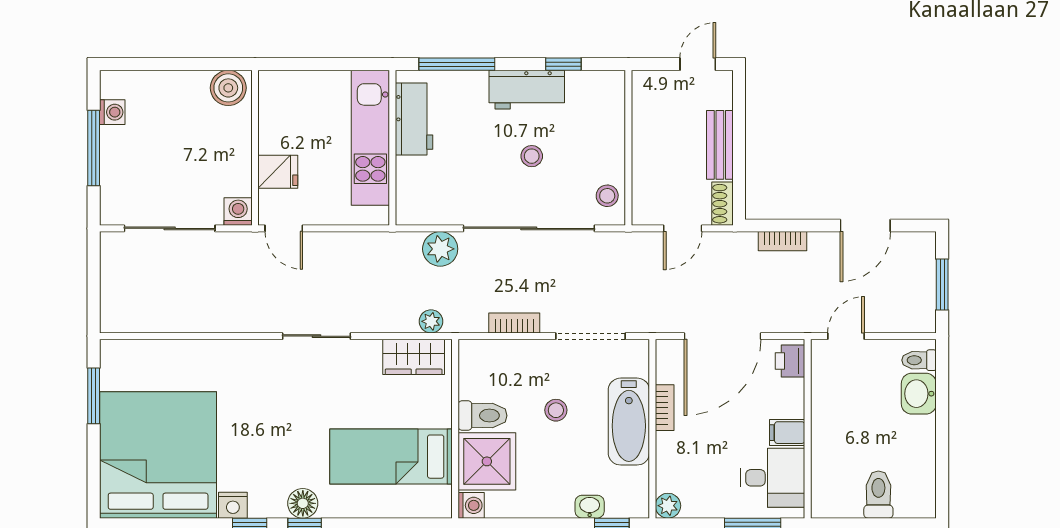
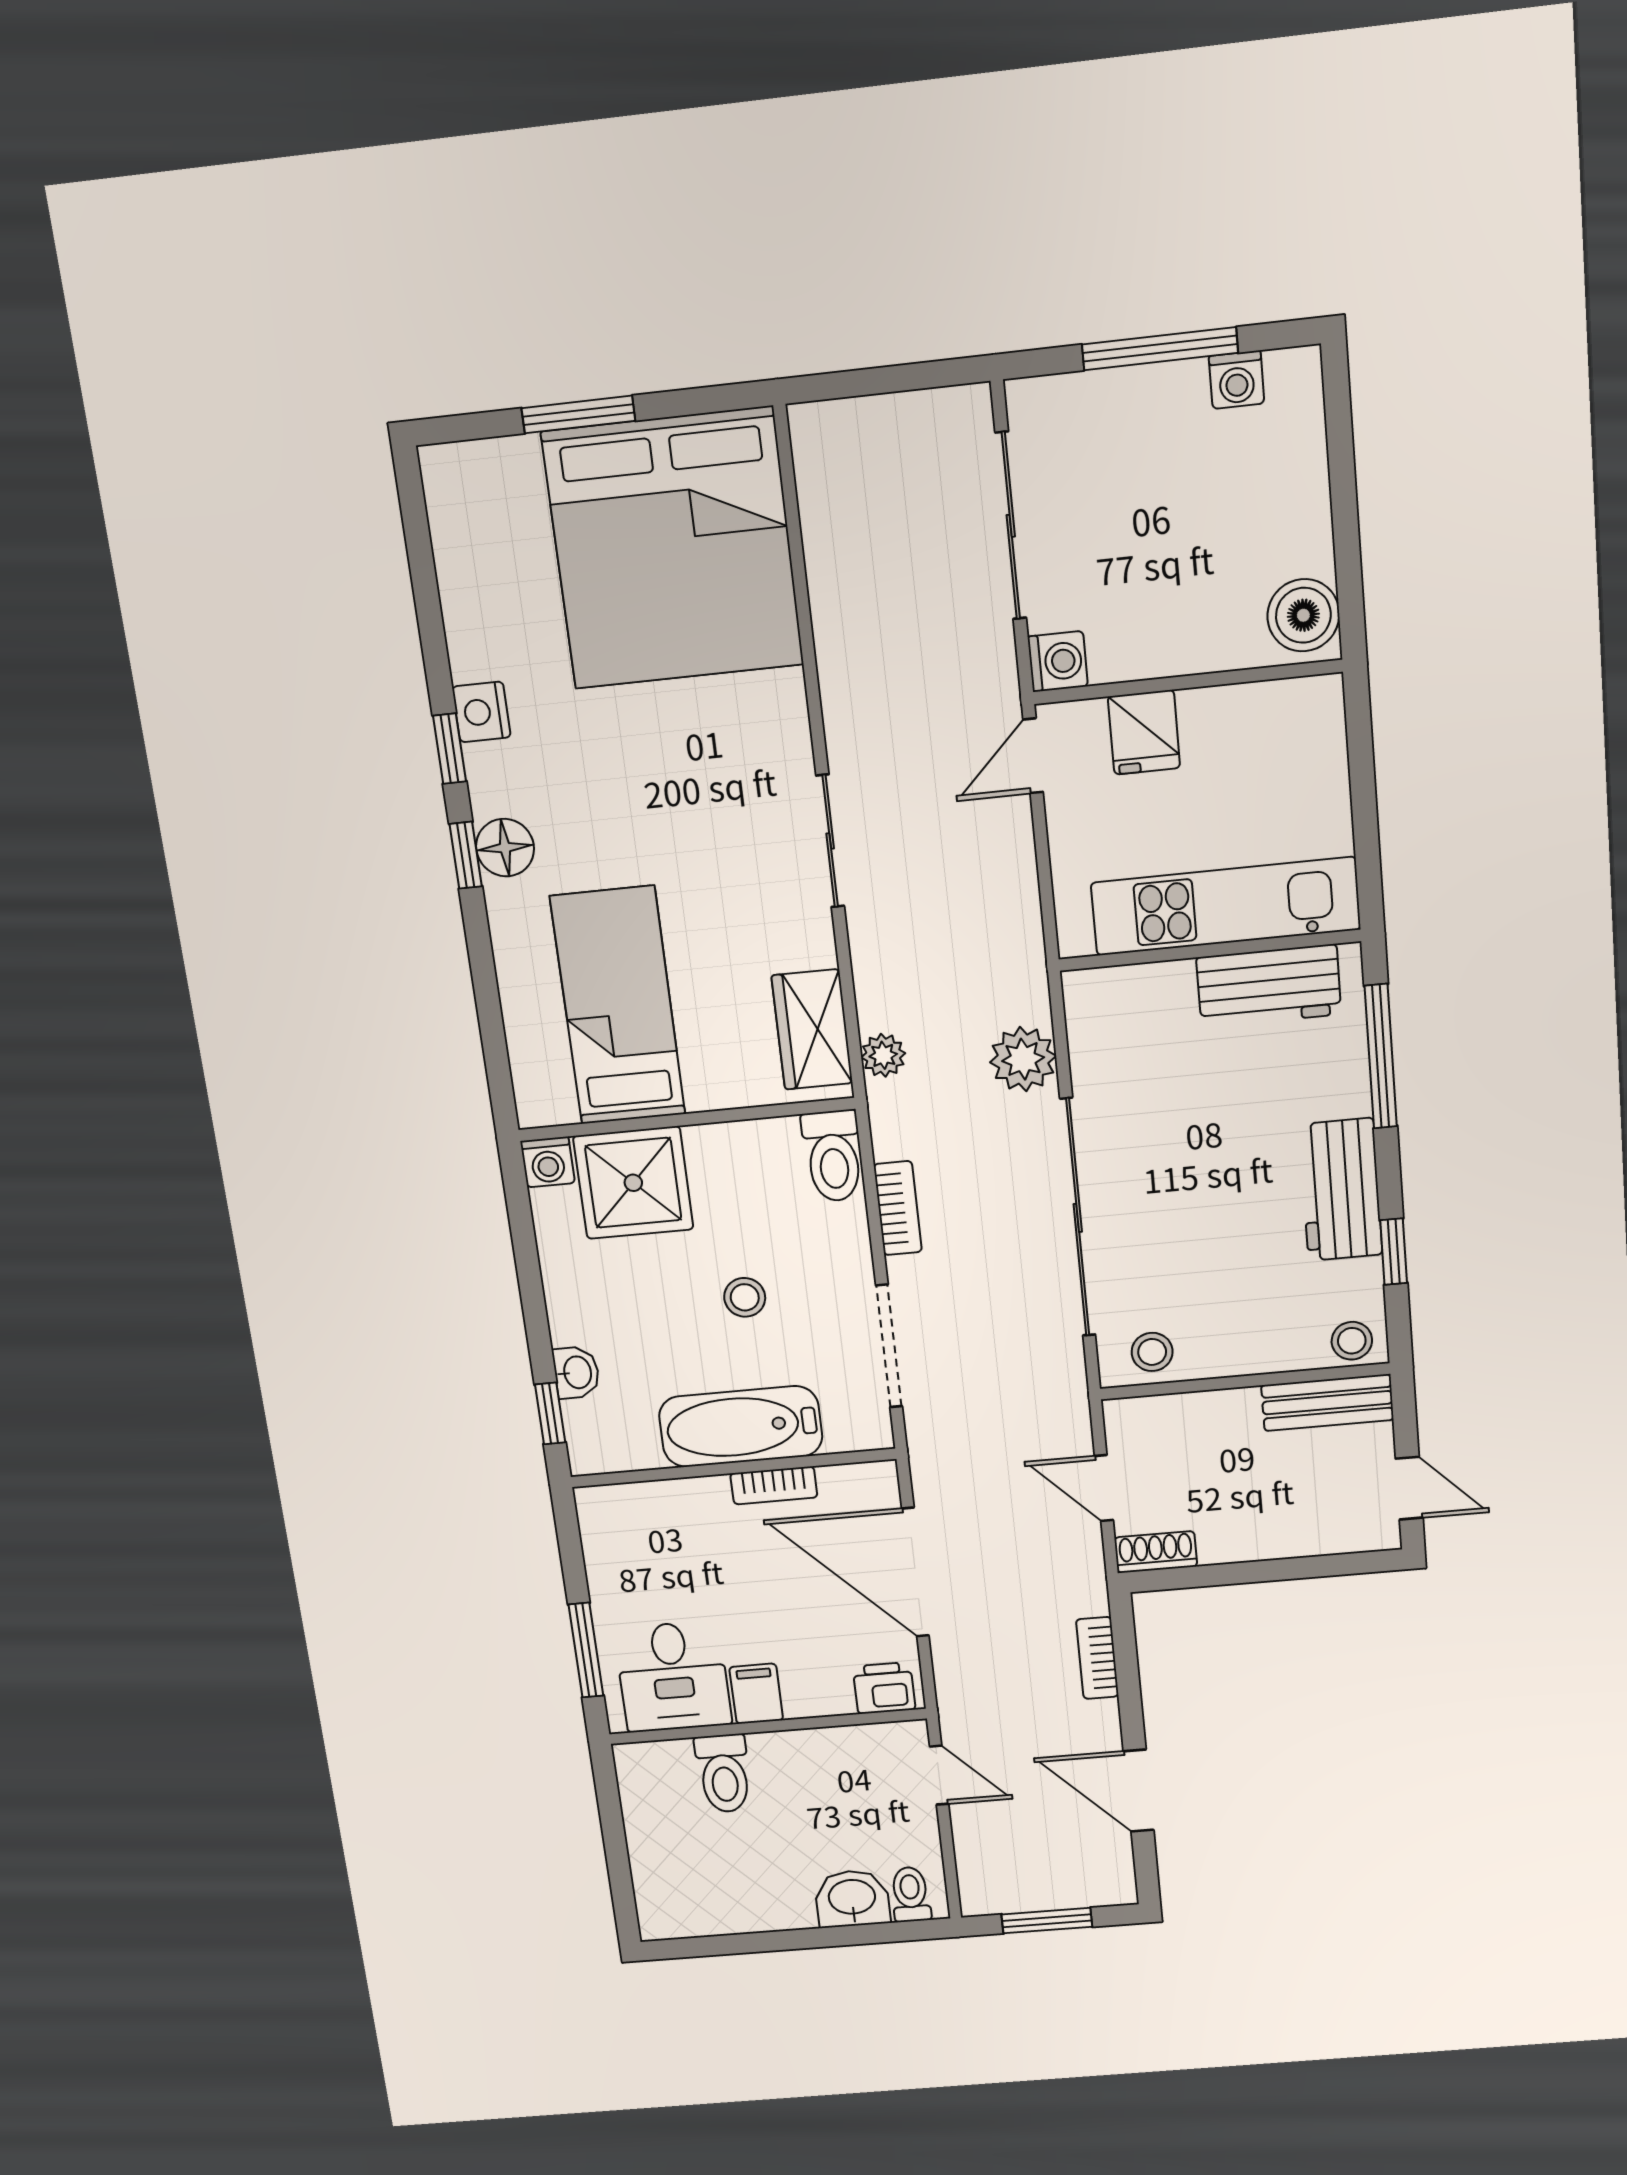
bench: (720, 145) -> (1327, 1403), moved
stool: (532, 156) -> (1352, 1341), moved
window: (94, 396) -> (578, 415), moved
toilet: (483, 416) -> (833, 1156), moved
bed: (158, 455) -> (673, 549), moved, turned 90
toilet: (878, 495) -> (724, 1774), moved, turned 90
plant: (668, 506) -> (598, 1506), removed

